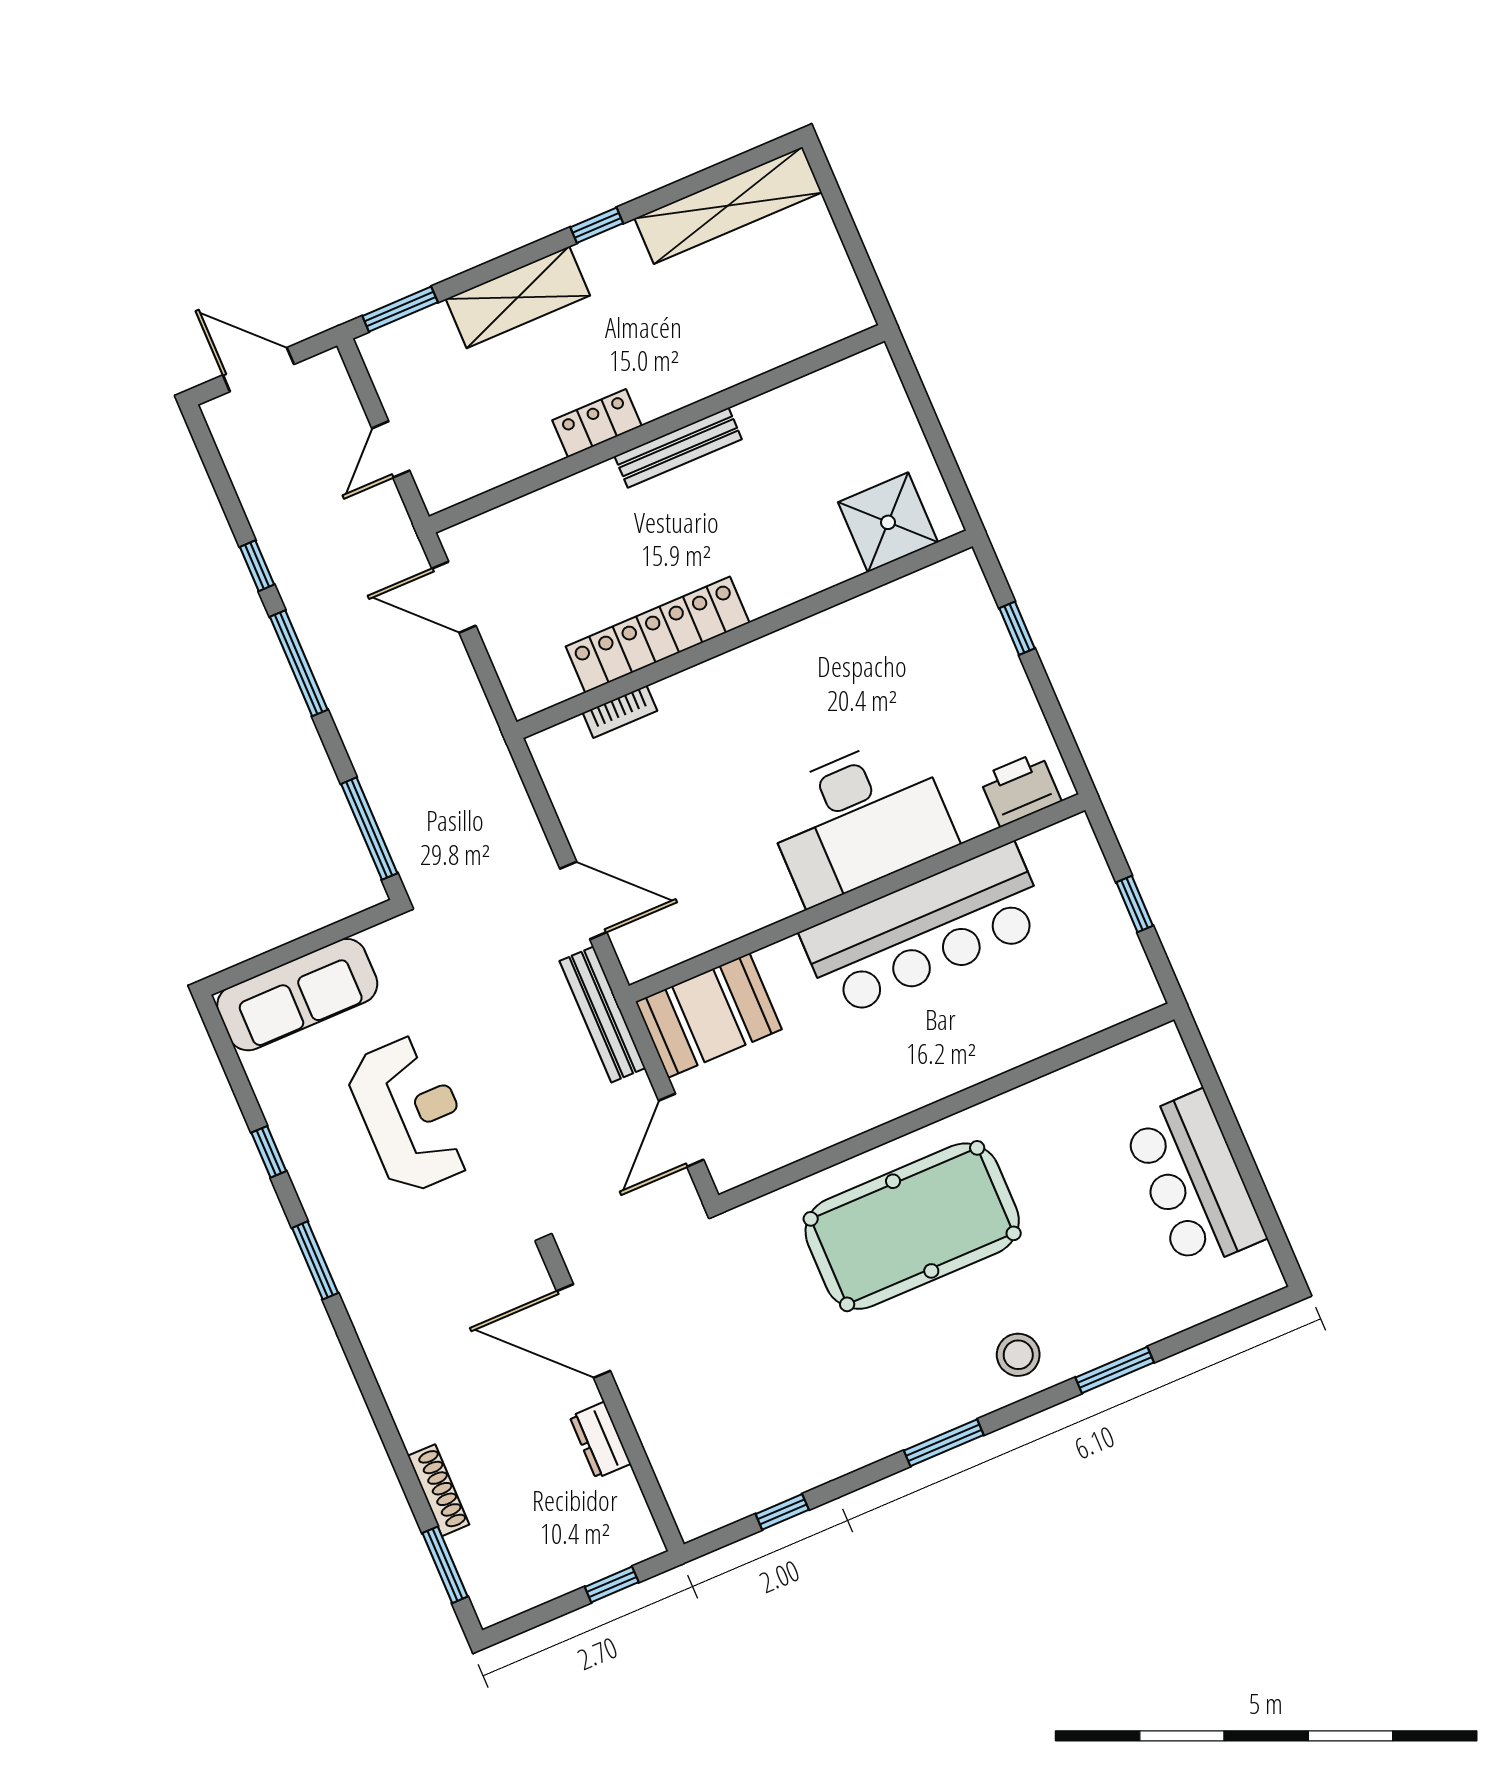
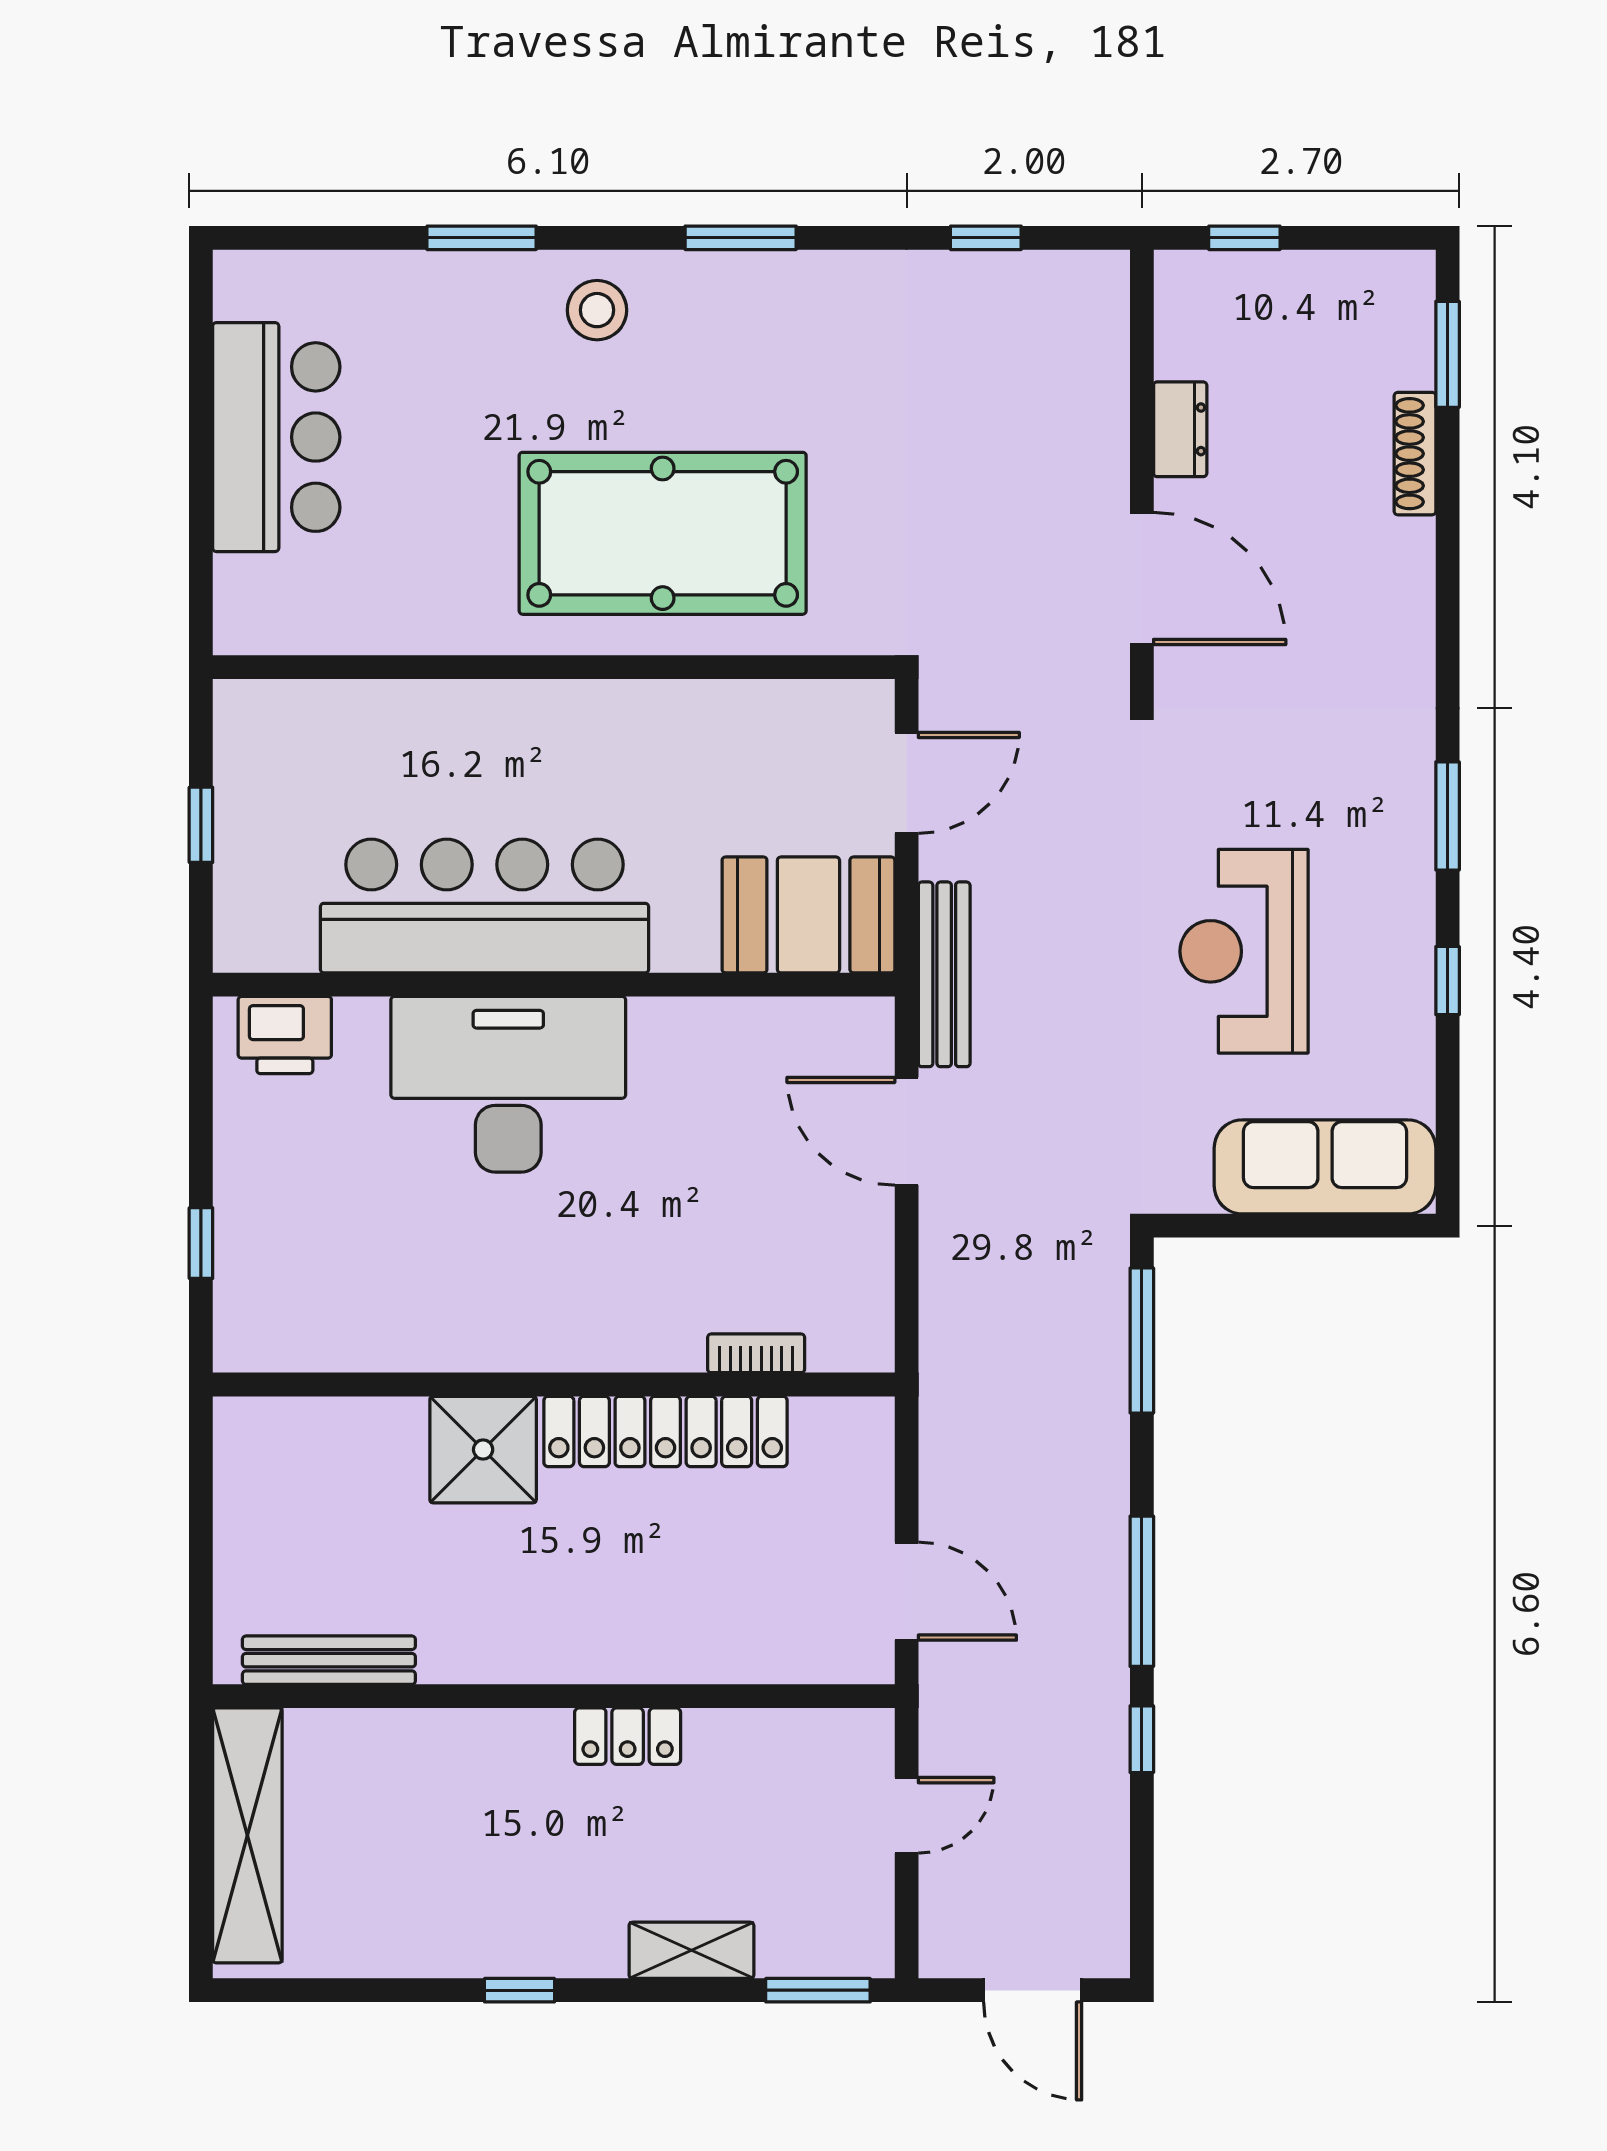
shelving: (728, 205) -> (247, 1835), moved, turned 90
shelving: (518, 297) -> (691, 1950), width x0.67, depth x0.75
bench: (678, 448) -> (329, 1660), moved
shower: (888, 522) -> (483, 1450), moved

